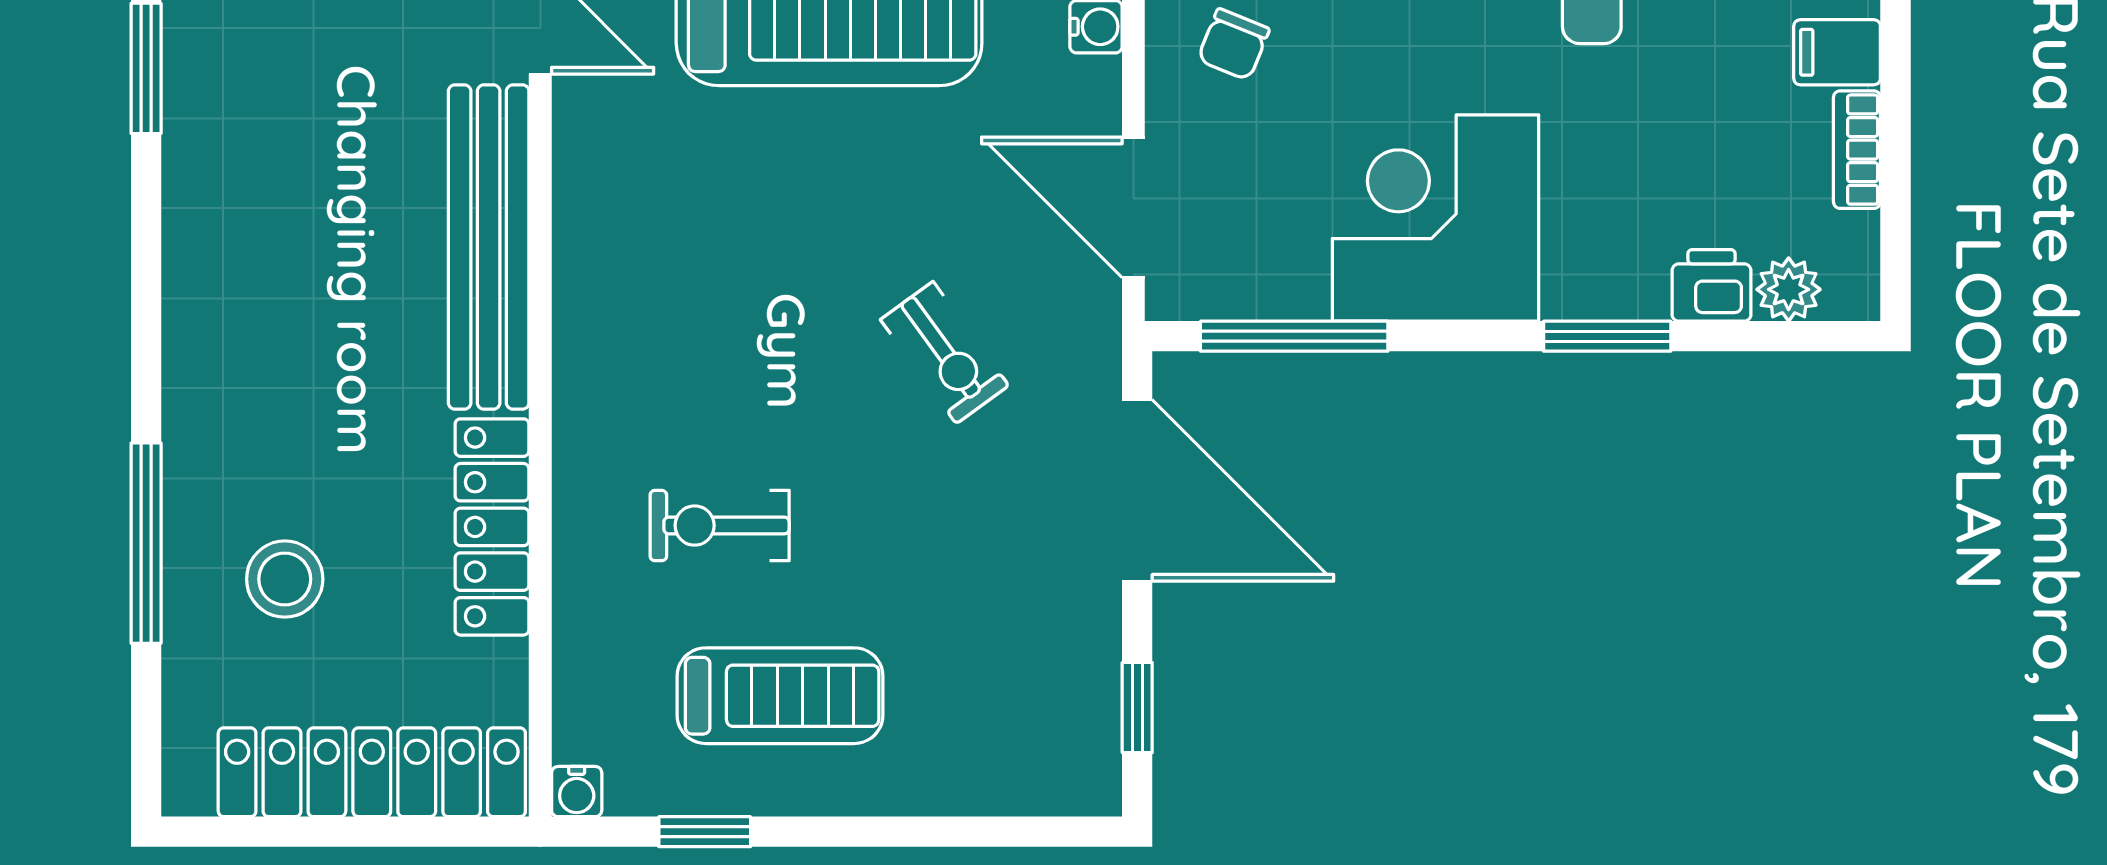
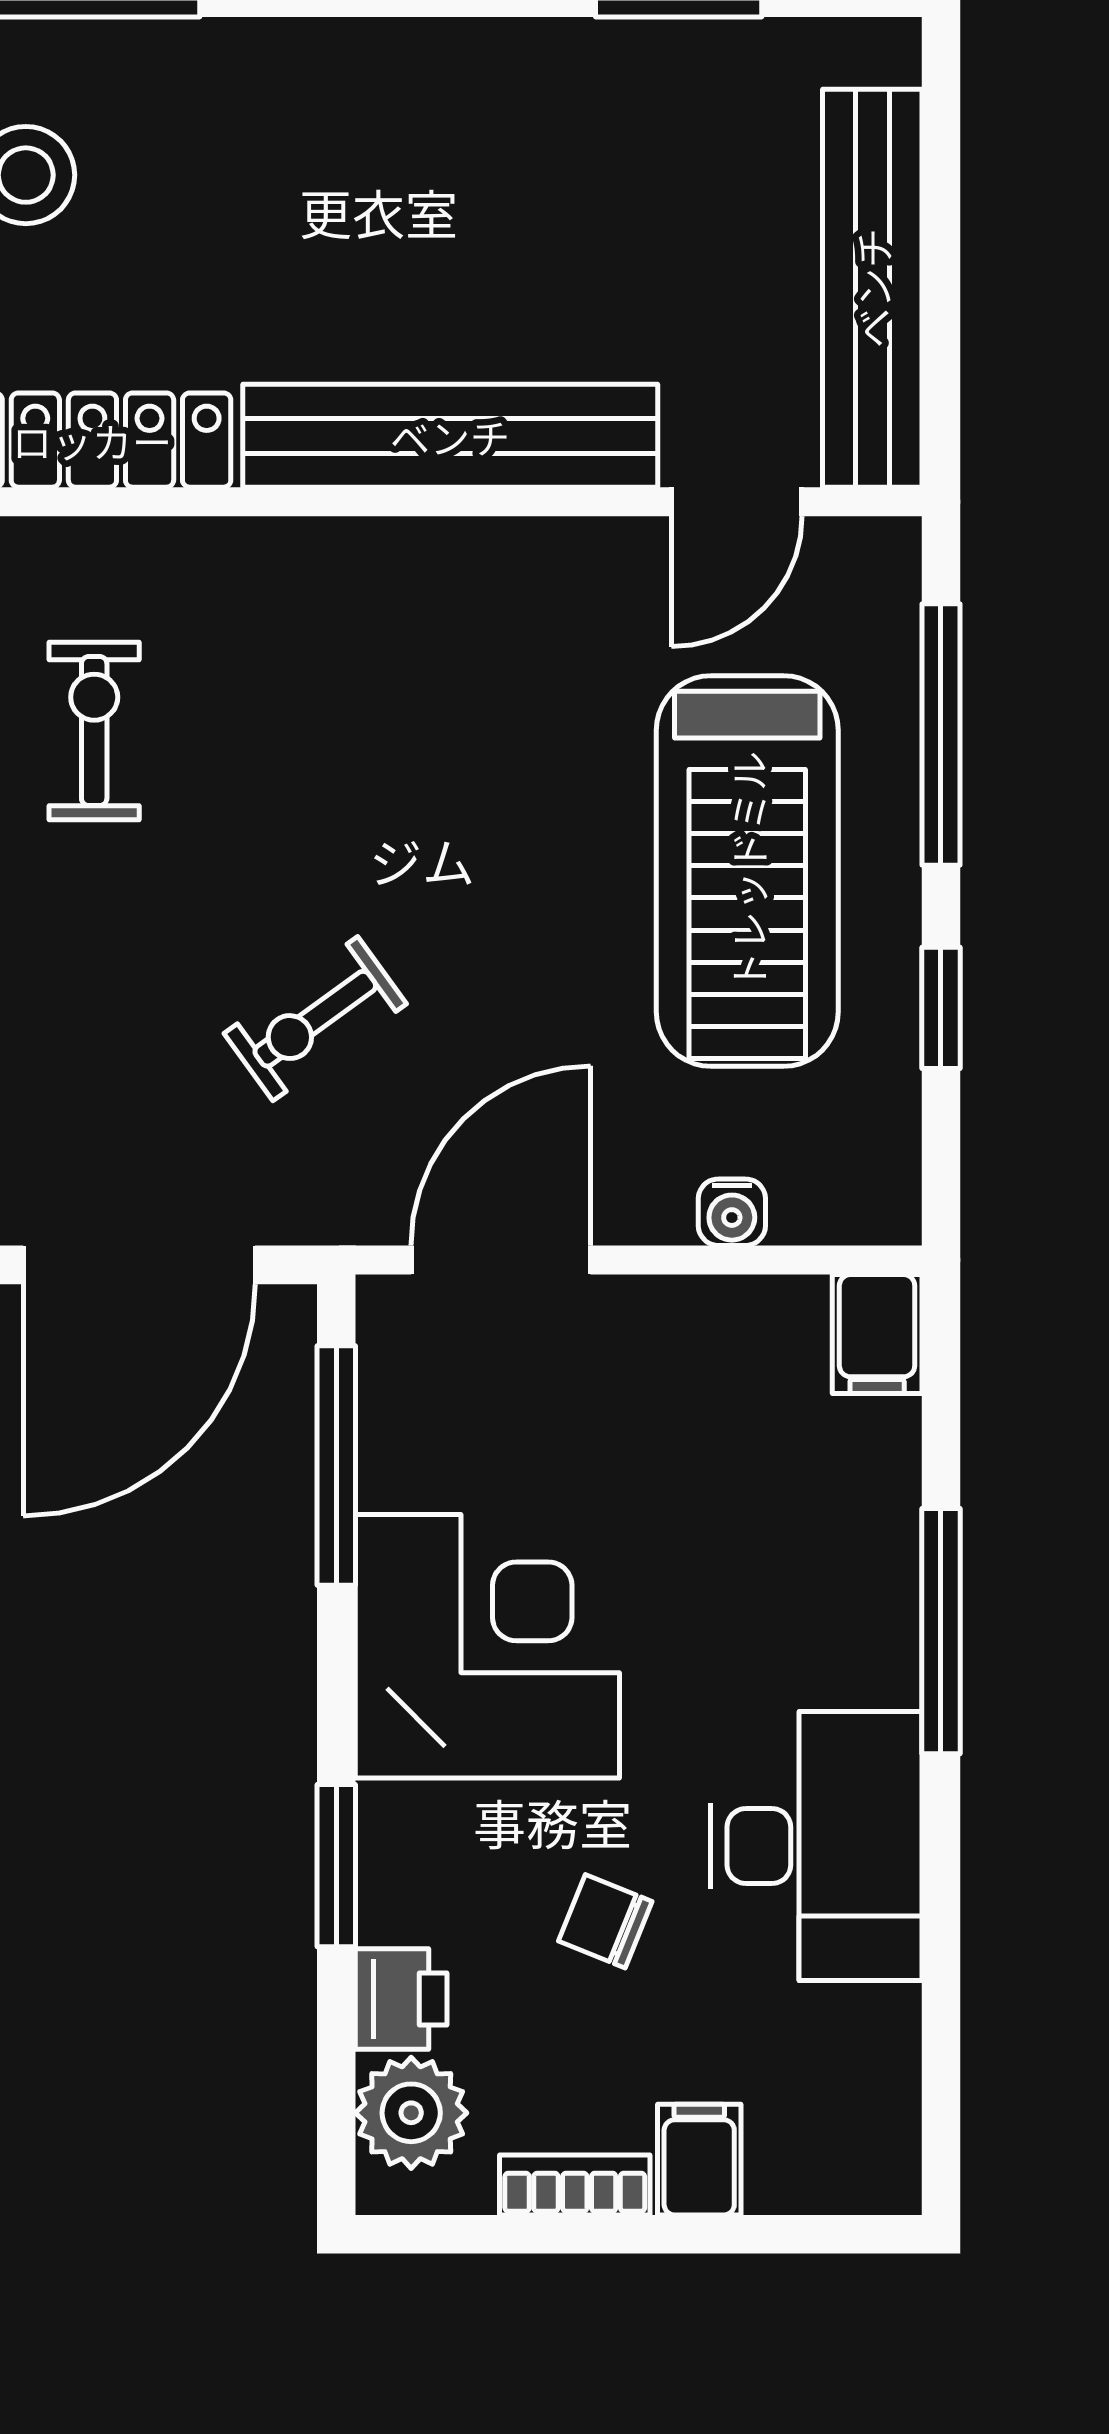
chair: (1233, 44) -> (605, 1921), moved
plant: (1789, 289) -> (411, 2113), width x1.38, depth x1.38

